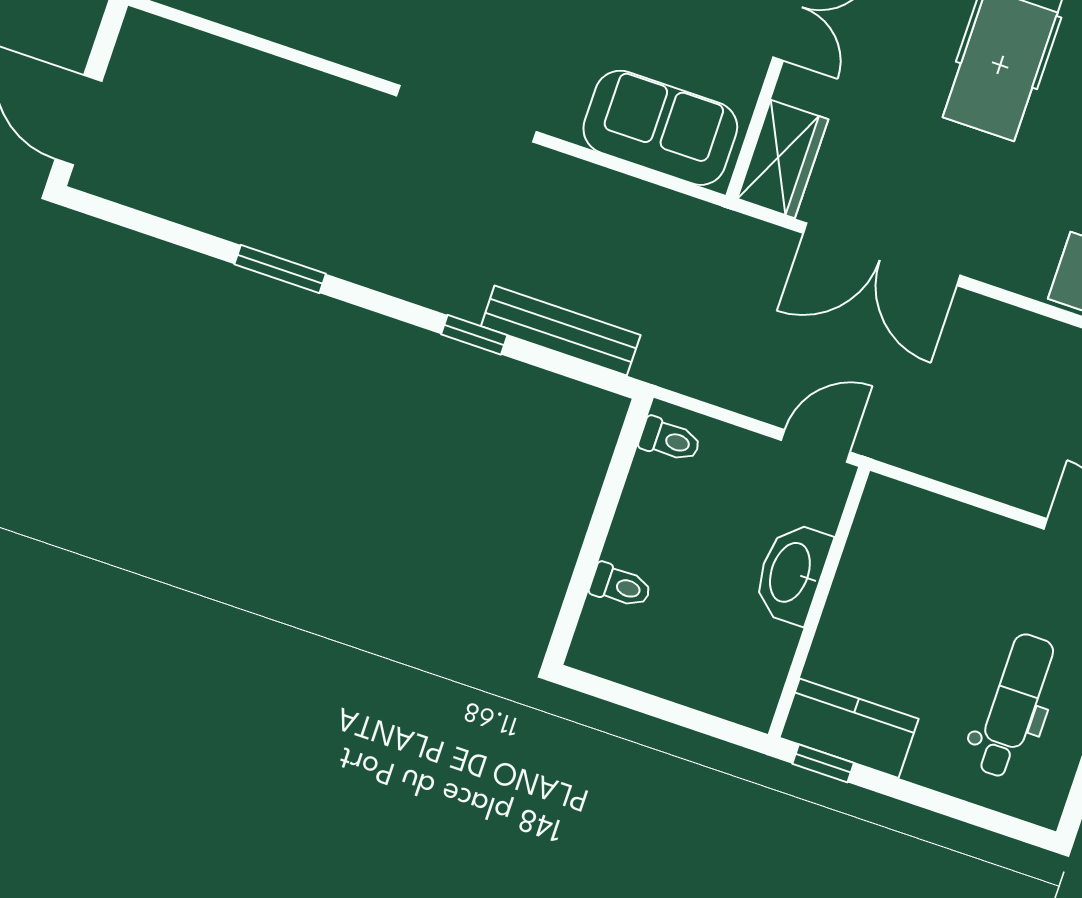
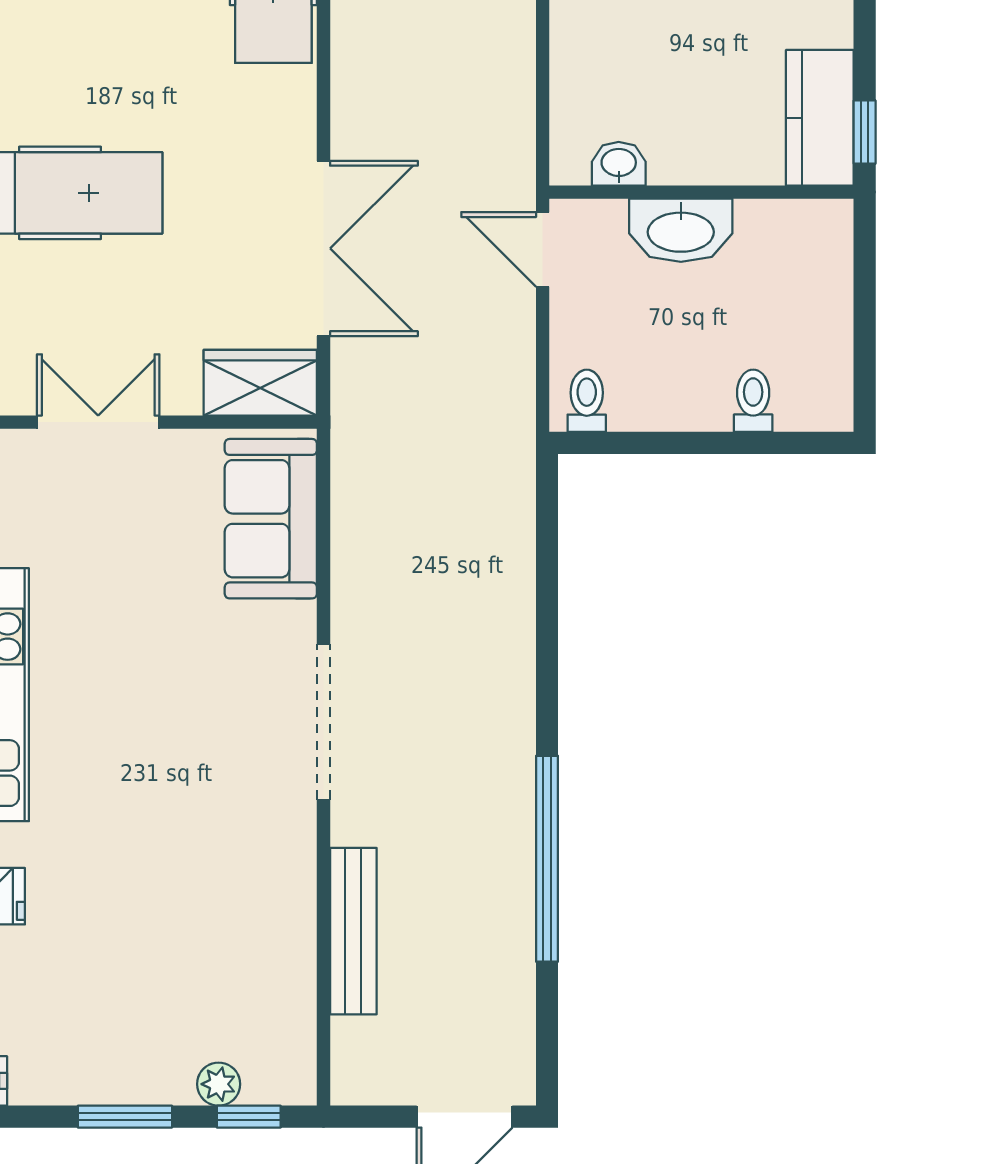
window: (280, 269) -> (547, 859), width x2.11
bench: (561, 331) -> (353, 931), moved
window: (474, 335) -> (547, 637), removed
washbasin: (868, 538) -> (619, 164), added

